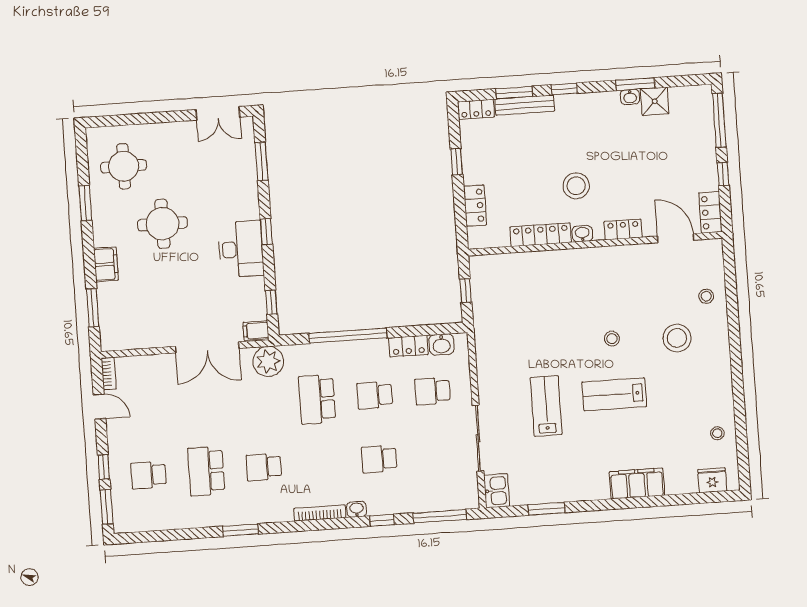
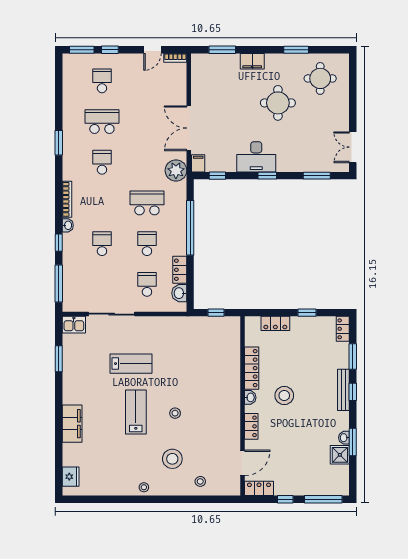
bench: (525, 105) -> (343, 390), moved
stool: (717, 433) -> (144, 487), moved

